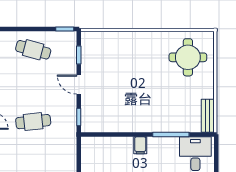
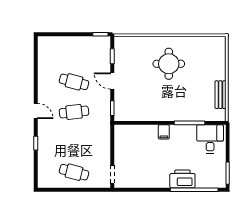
cafe table: (33, 50) -> (74, 82), moved
round table: (188, 57) -> (169, 64), moved
bench: (208, 116) -> (220, 95), moved

